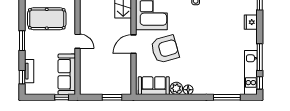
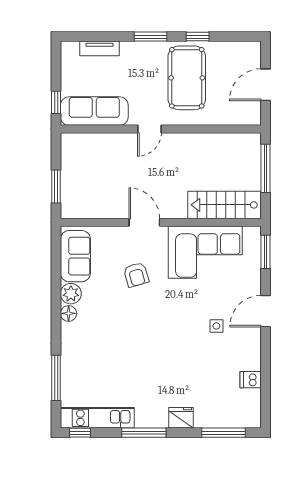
armchair: (165, 49) -> (136, 275), width x0.53, depth x0.53
window: (260, 57) -> (144, 433), moved
window: (22, 77) -> (198, 37), moved

